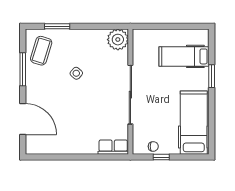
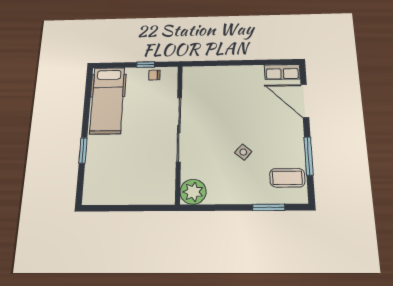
coffee table: (41, 51) -> (287, 178), turned 73
hospital bed: (184, 56) -> (114, 173), removed
row of seats: (113, 147) -> (282, 72), moved

